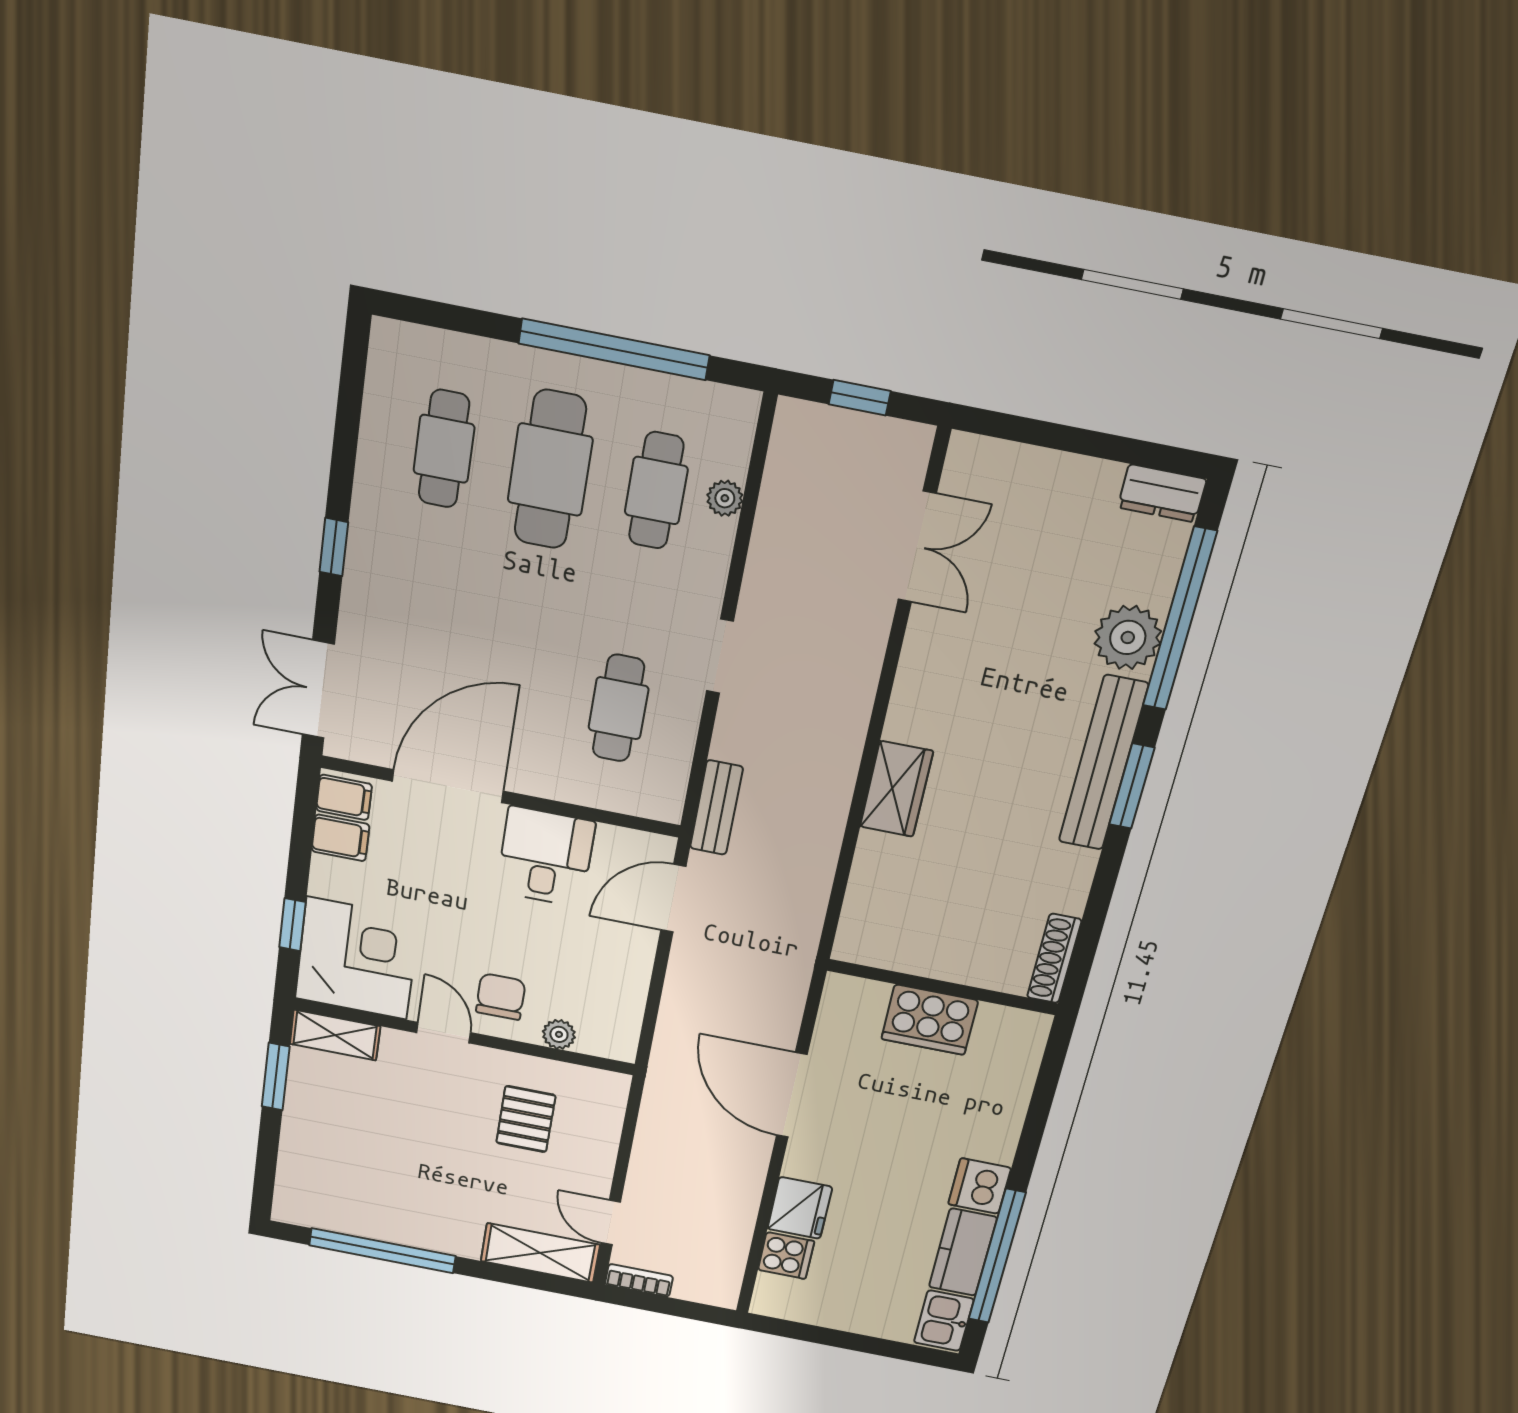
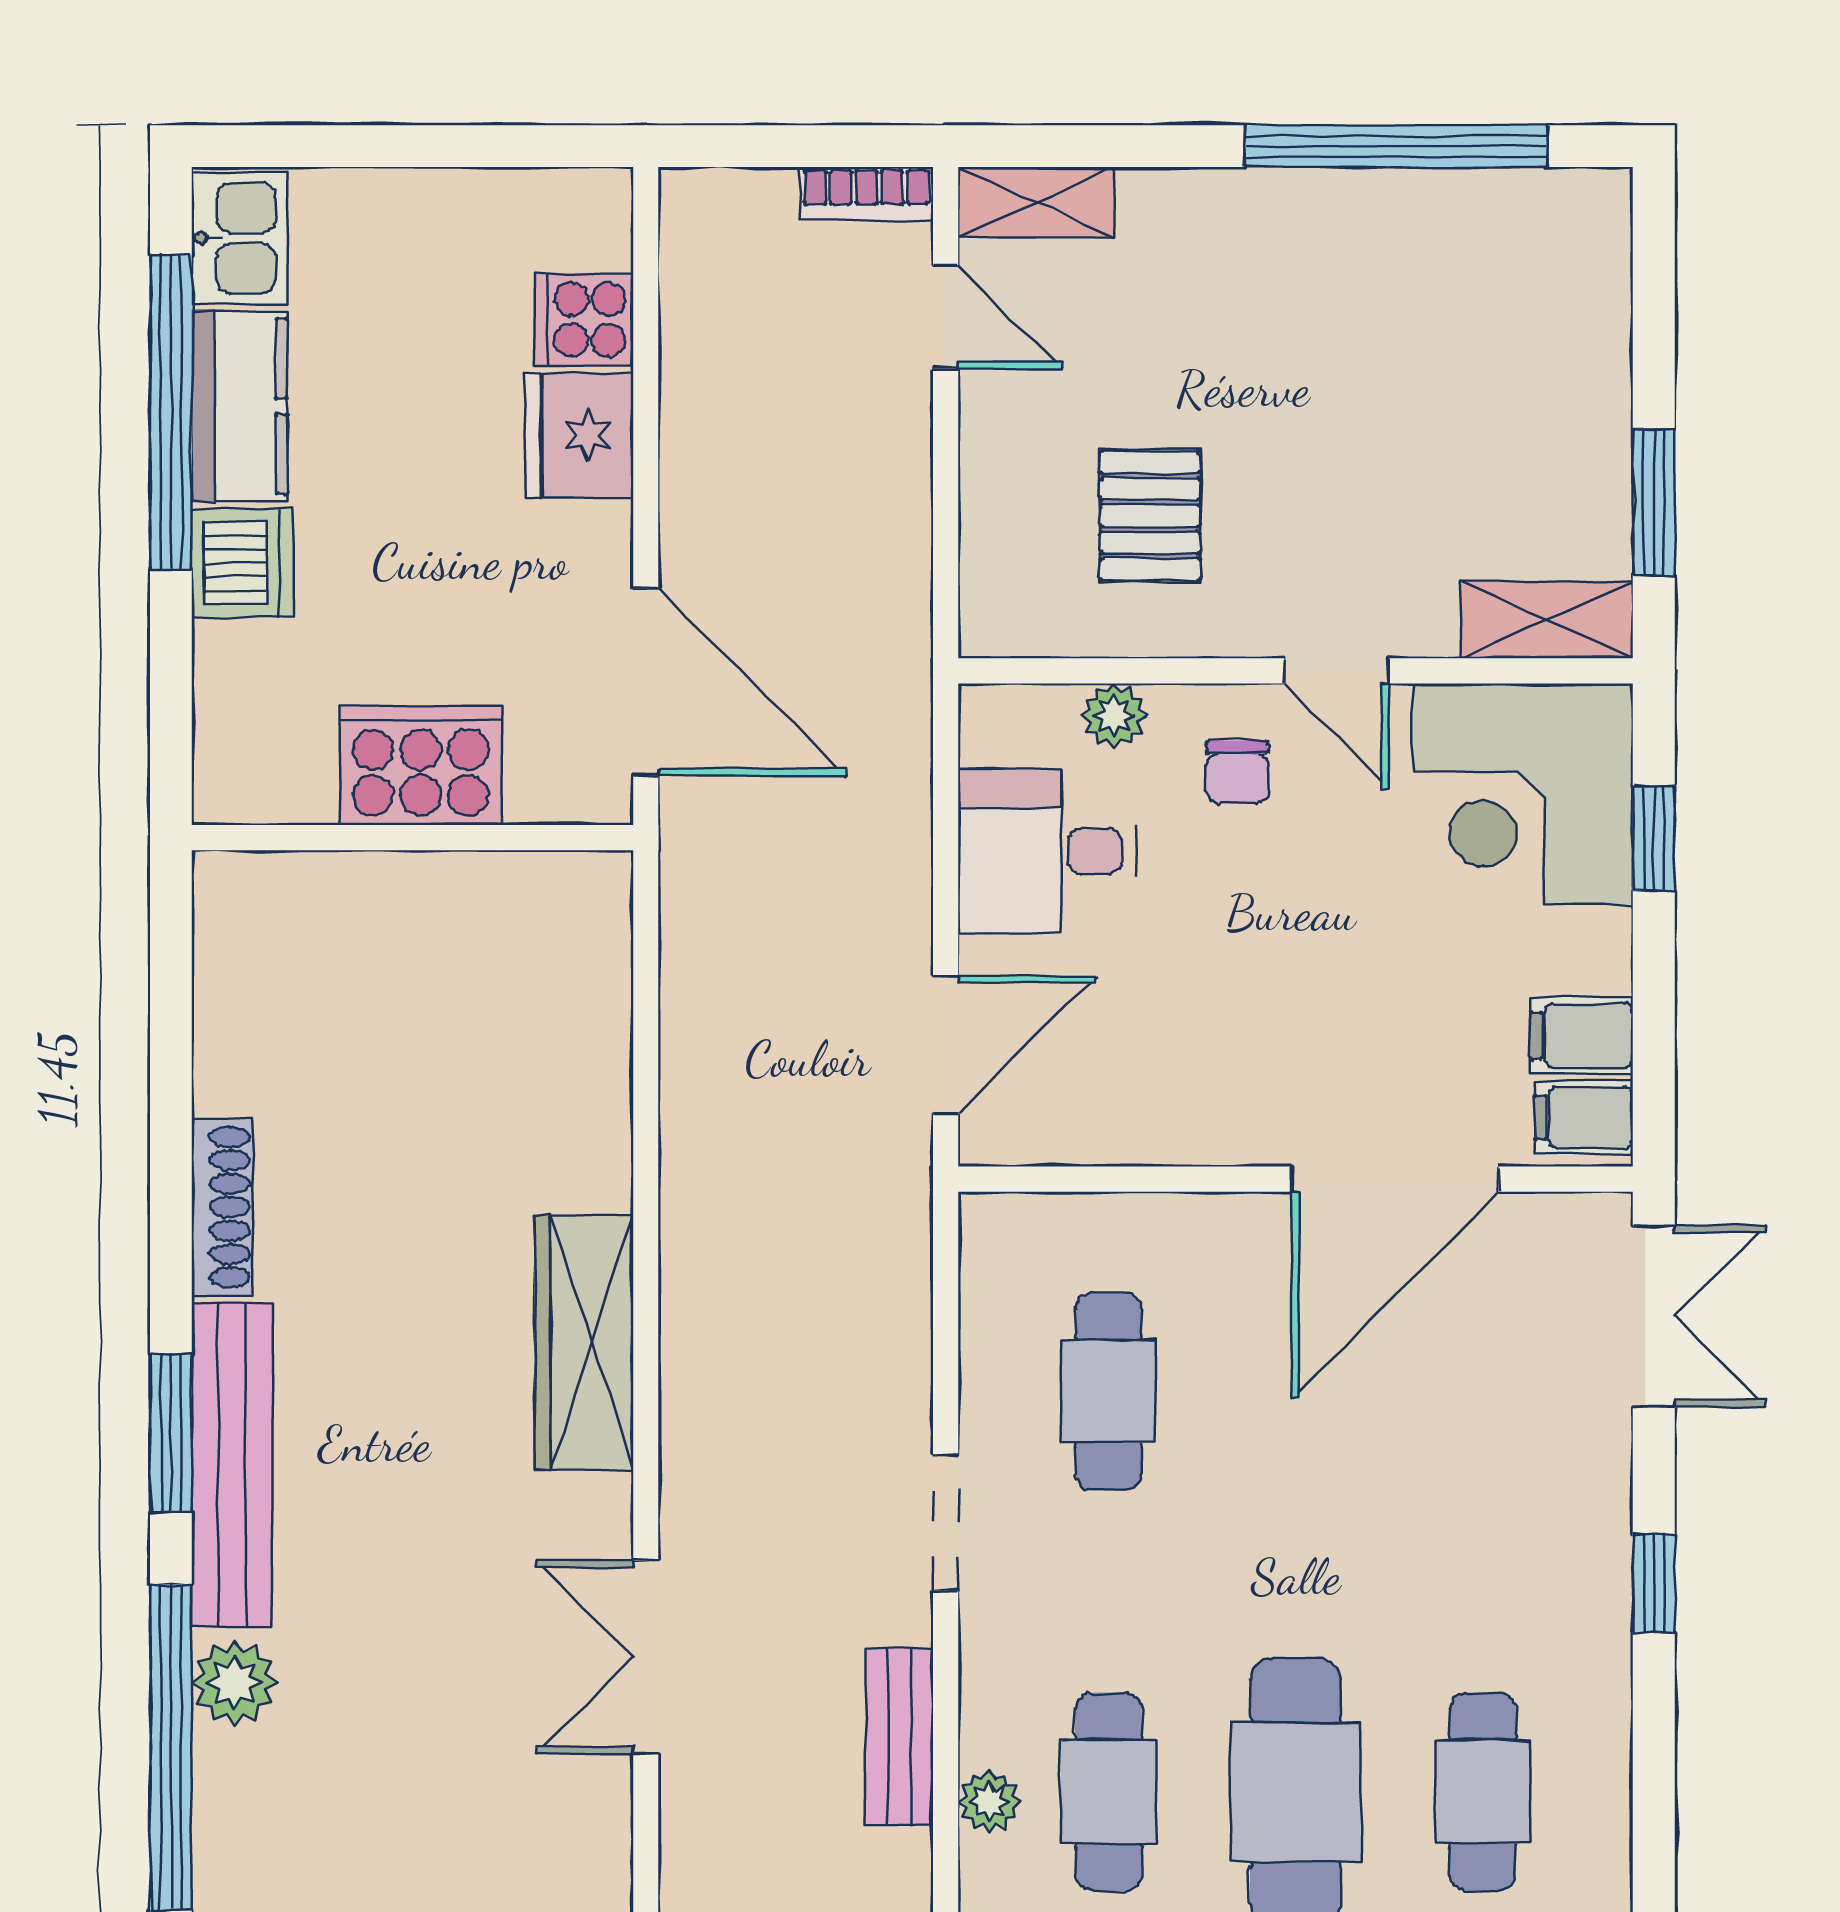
double door: (917, 547) -> (646, 1657), moved
plant: (1128, 637) -> (234, 1683), width x0.73, depth x0.73
wardrobe: (896, 789) -> (584, 1342), width x1.50
bench: (716, 808) -> (899, 1737), moved
desk: (545, 857) -> (1047, 851), moved, turned 90
shoe rack: (1054, 959) -> (222, 1207), moved
wall: (942, 987) -> (412, 838), moved
chair: (501, 997) -> (1237, 772), width x0.73, depth x0.73
cooker: (930, 1020) -> (421, 765), moved
shelving: (540, 1253) -> (1036, 202), width x0.67, depth x0.75

